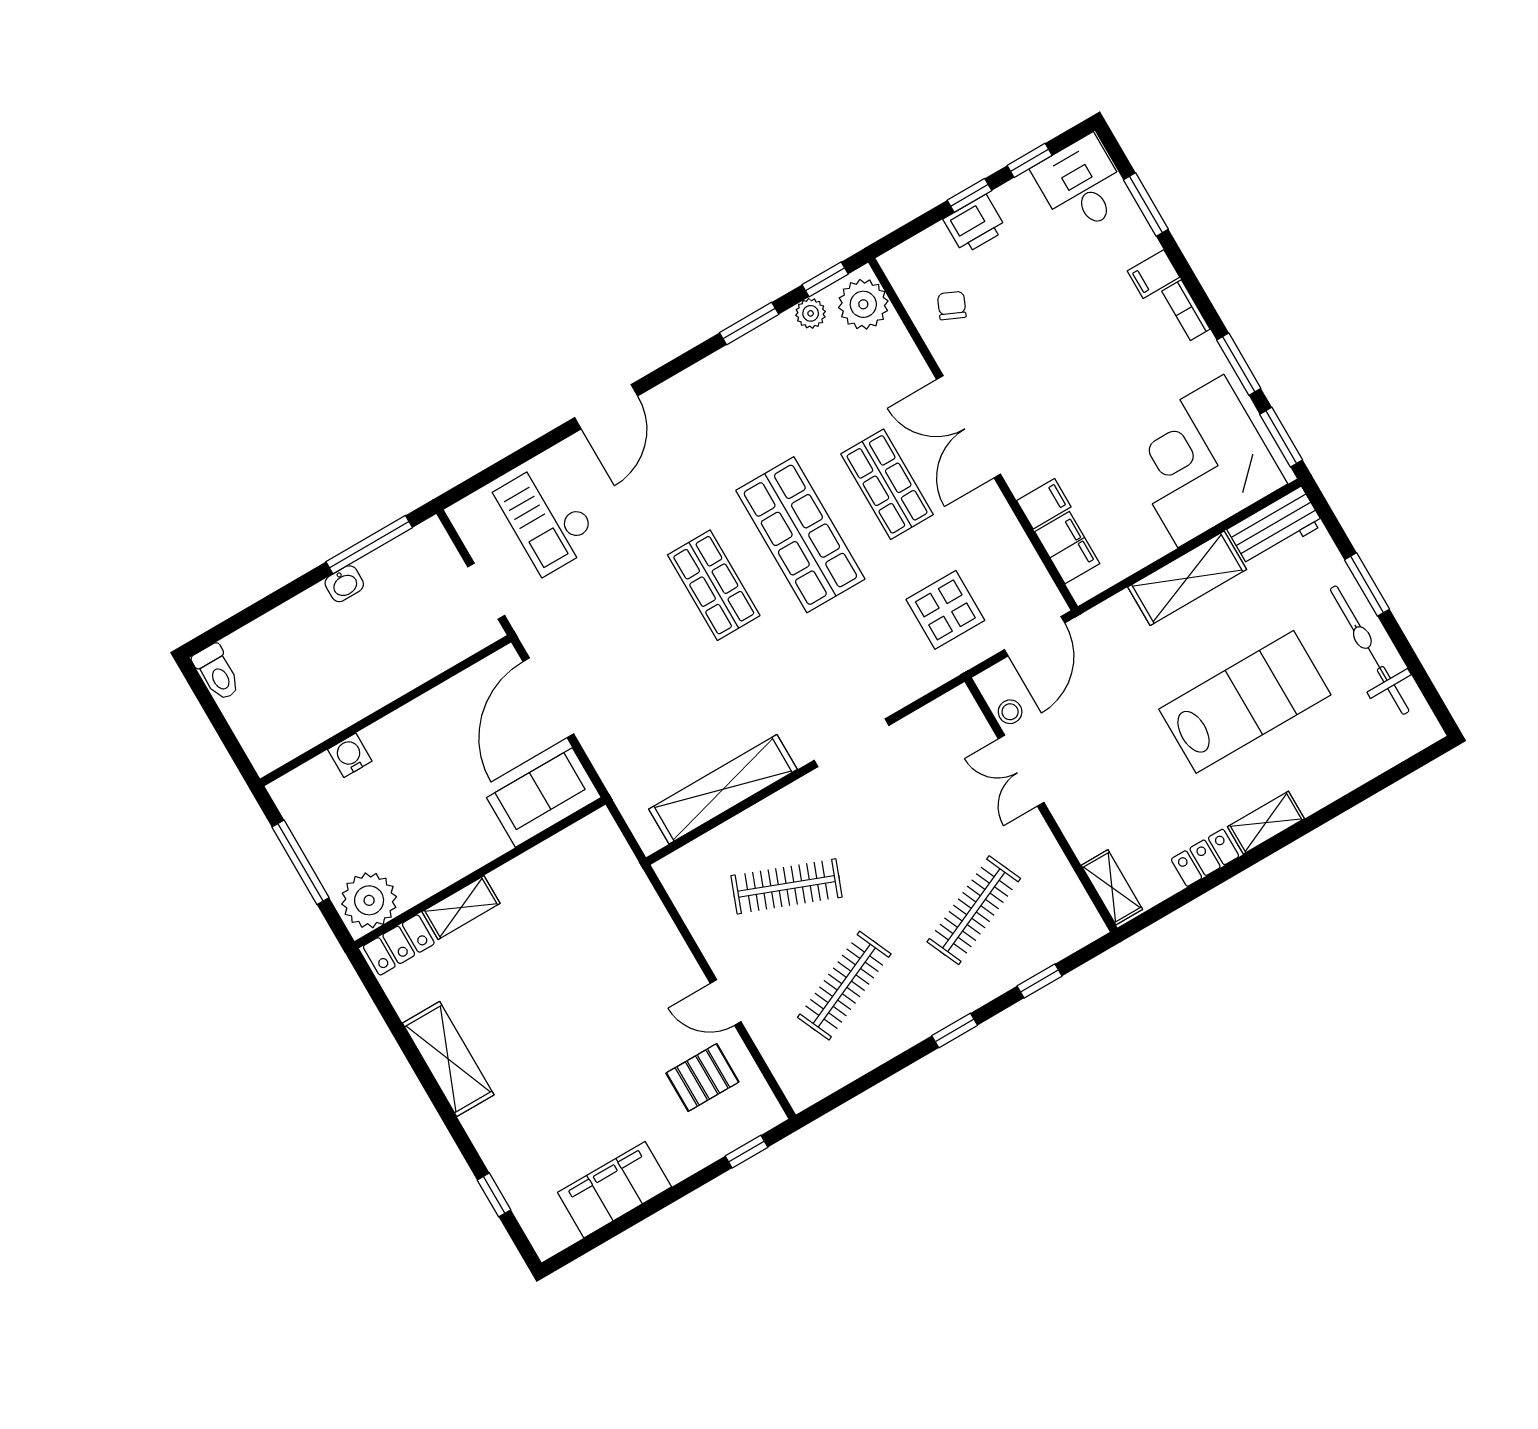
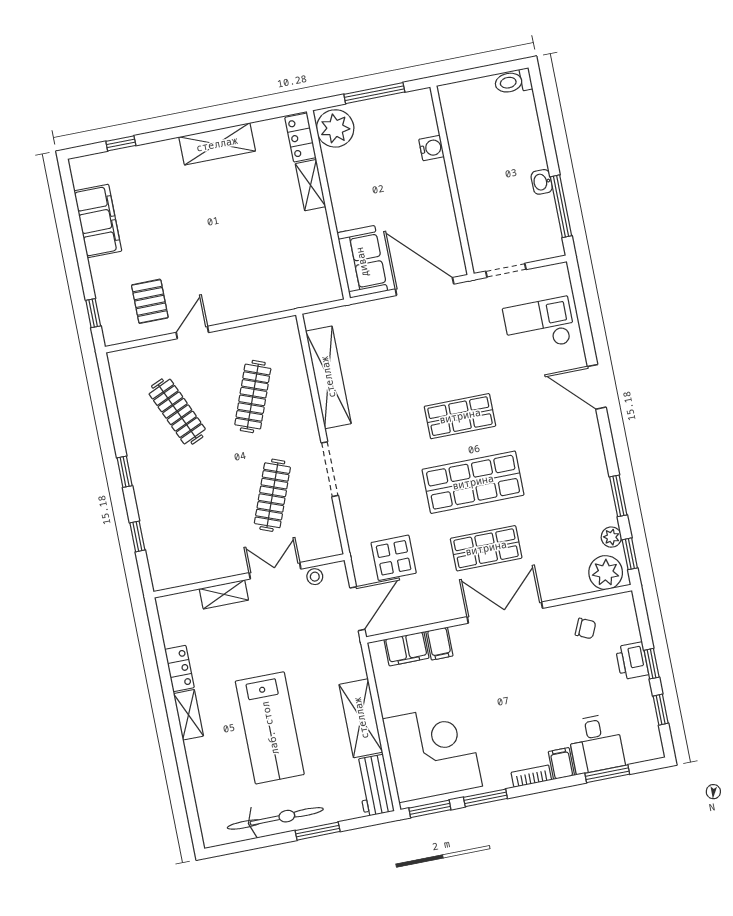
desk: (1081, 185) -> (596, 744), moved, turned 90
door: (1035, 636) -> (357, 609), swing flipped
shelving: (1112, 887) -> (224, 594), moved
clothes rail: (974, 910) -> (272, 495), moved, turned 45

